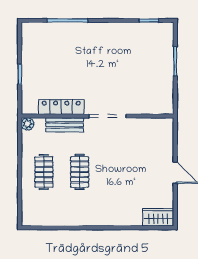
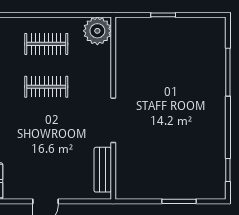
locker: (61, 107) -> (124, 65), removed
plant: (28, 124) -> (97, 31), width x1.88, depth x1.88
bench: (65, 125) -> (103, 170), moved

